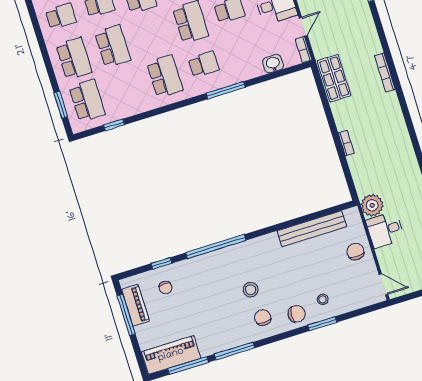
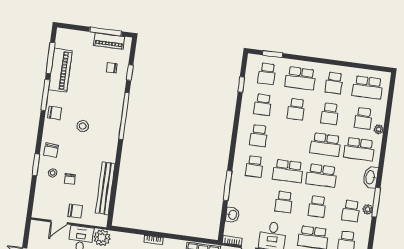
school desk: (113, 46) -> (296, 109), width x0.54
school desk: (165, 76) -> (259, 136), width x0.54
school desk: (126, 88) -> (263, 105), added
window: (226, 90) -> (228, 186), moved
school desk: (87, 101) -> (267, 74), width x0.54
chair: (320, 276) -> (70, 179), added
door: (384, 284) -> (59, 222), moved
chair: (263, 318) -> (55, 113), moved
piano: (171, 355) -> (60, 70), moved

